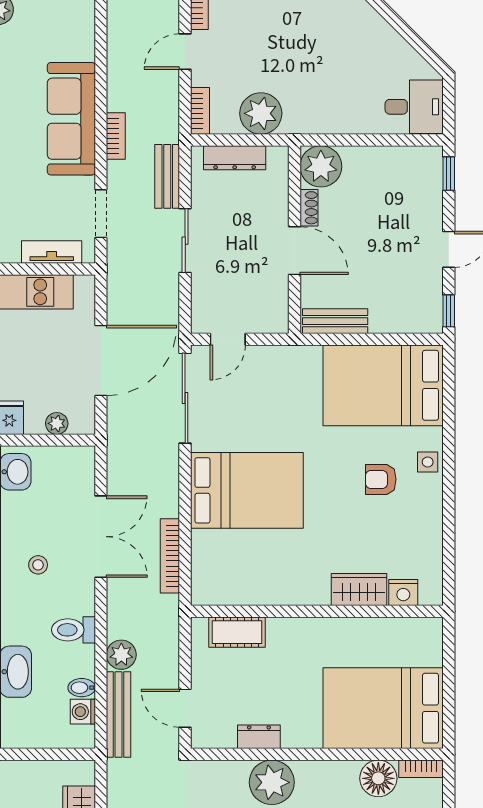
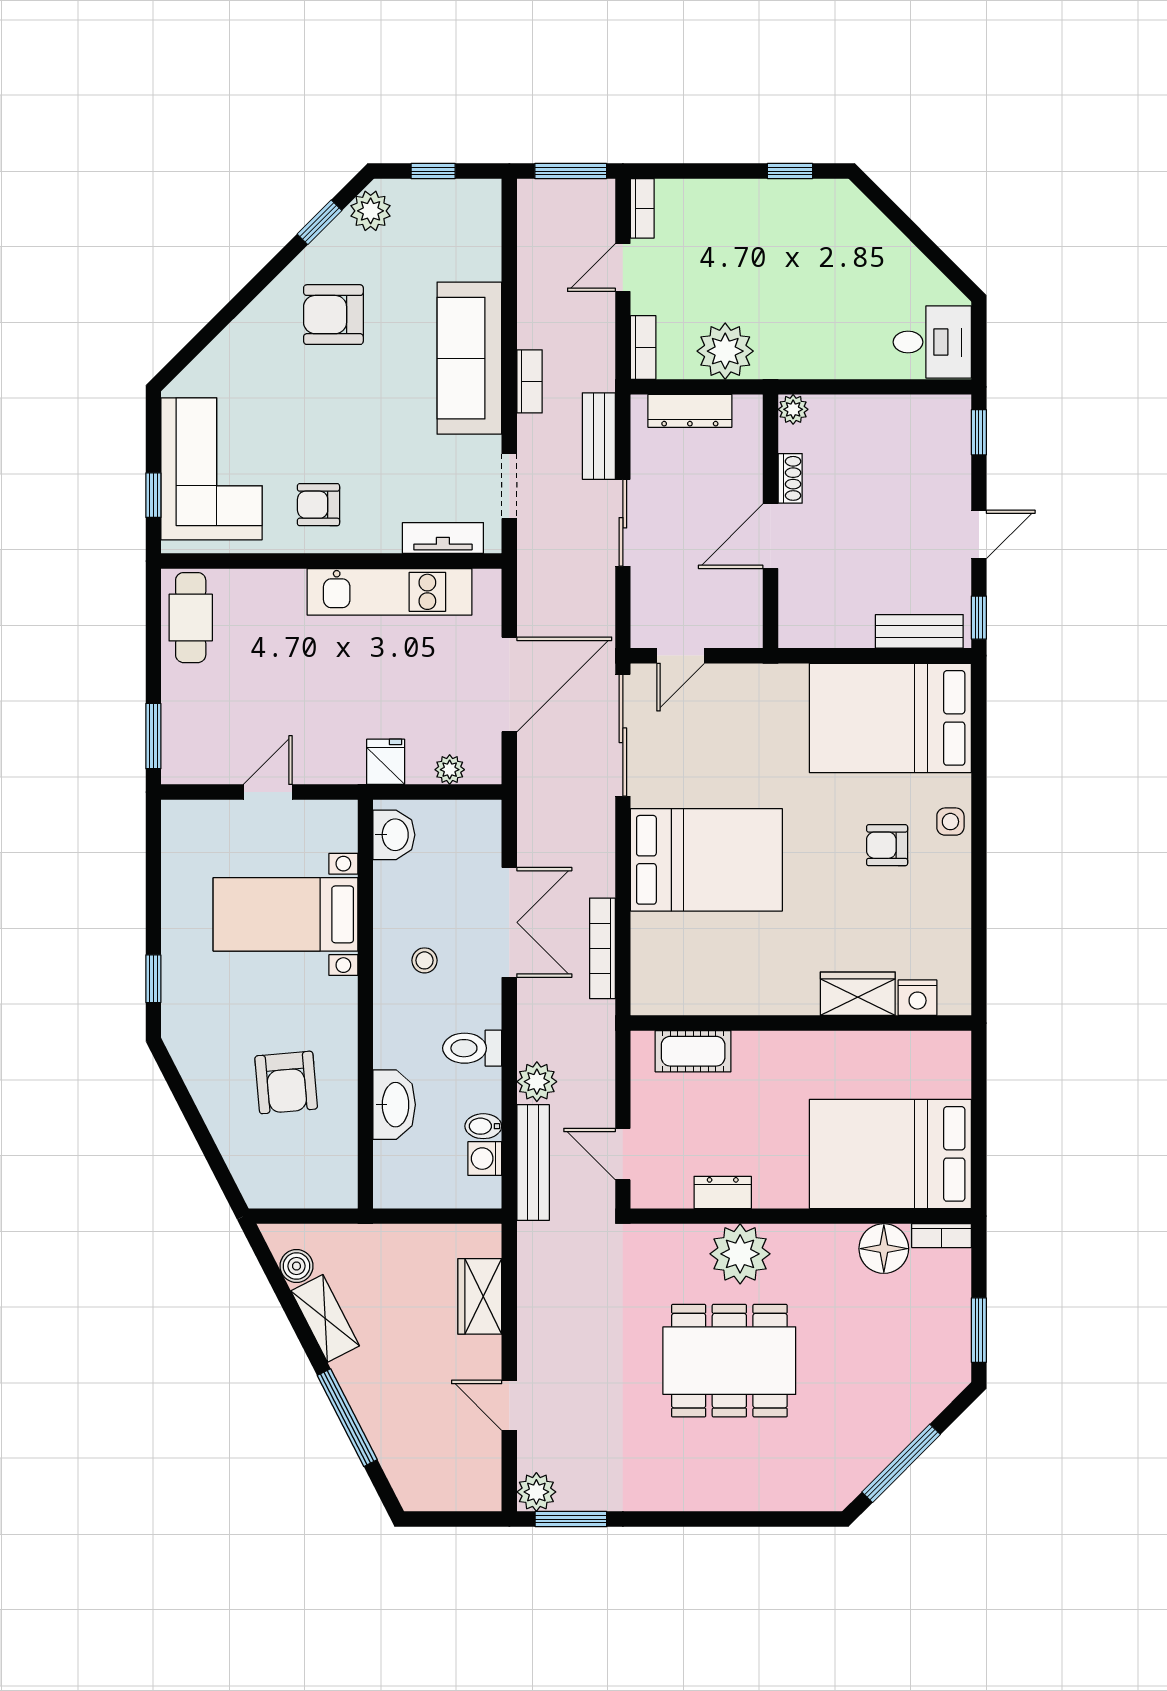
plant: (321, 166) -> (793, 409), width x0.53, depth x0.53
door: (294, 251) -> (771, 536), swing flipped
bench: (335, 321) -> (919, 631), moved

